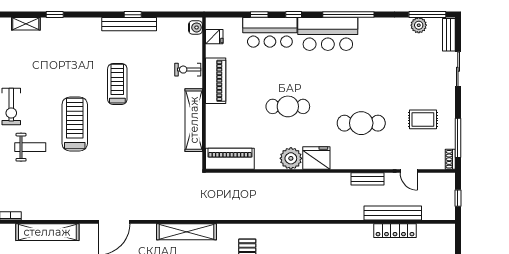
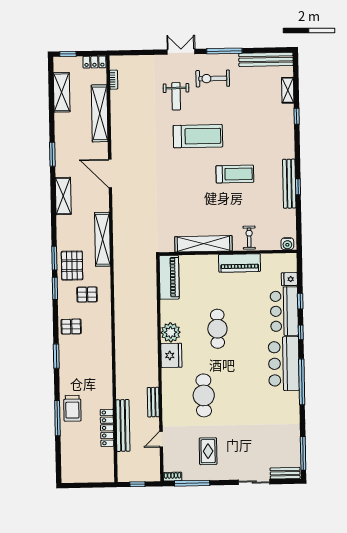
plant: (419, 25) -> (293, 446), removed
fridge: (214, 37) -> (289, 279), moved, turned 90

